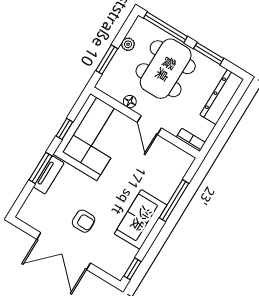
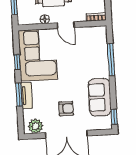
plant: (35, 217) -> (36, 126), added
sofa: (141, 219) -> (100, 97), moved

